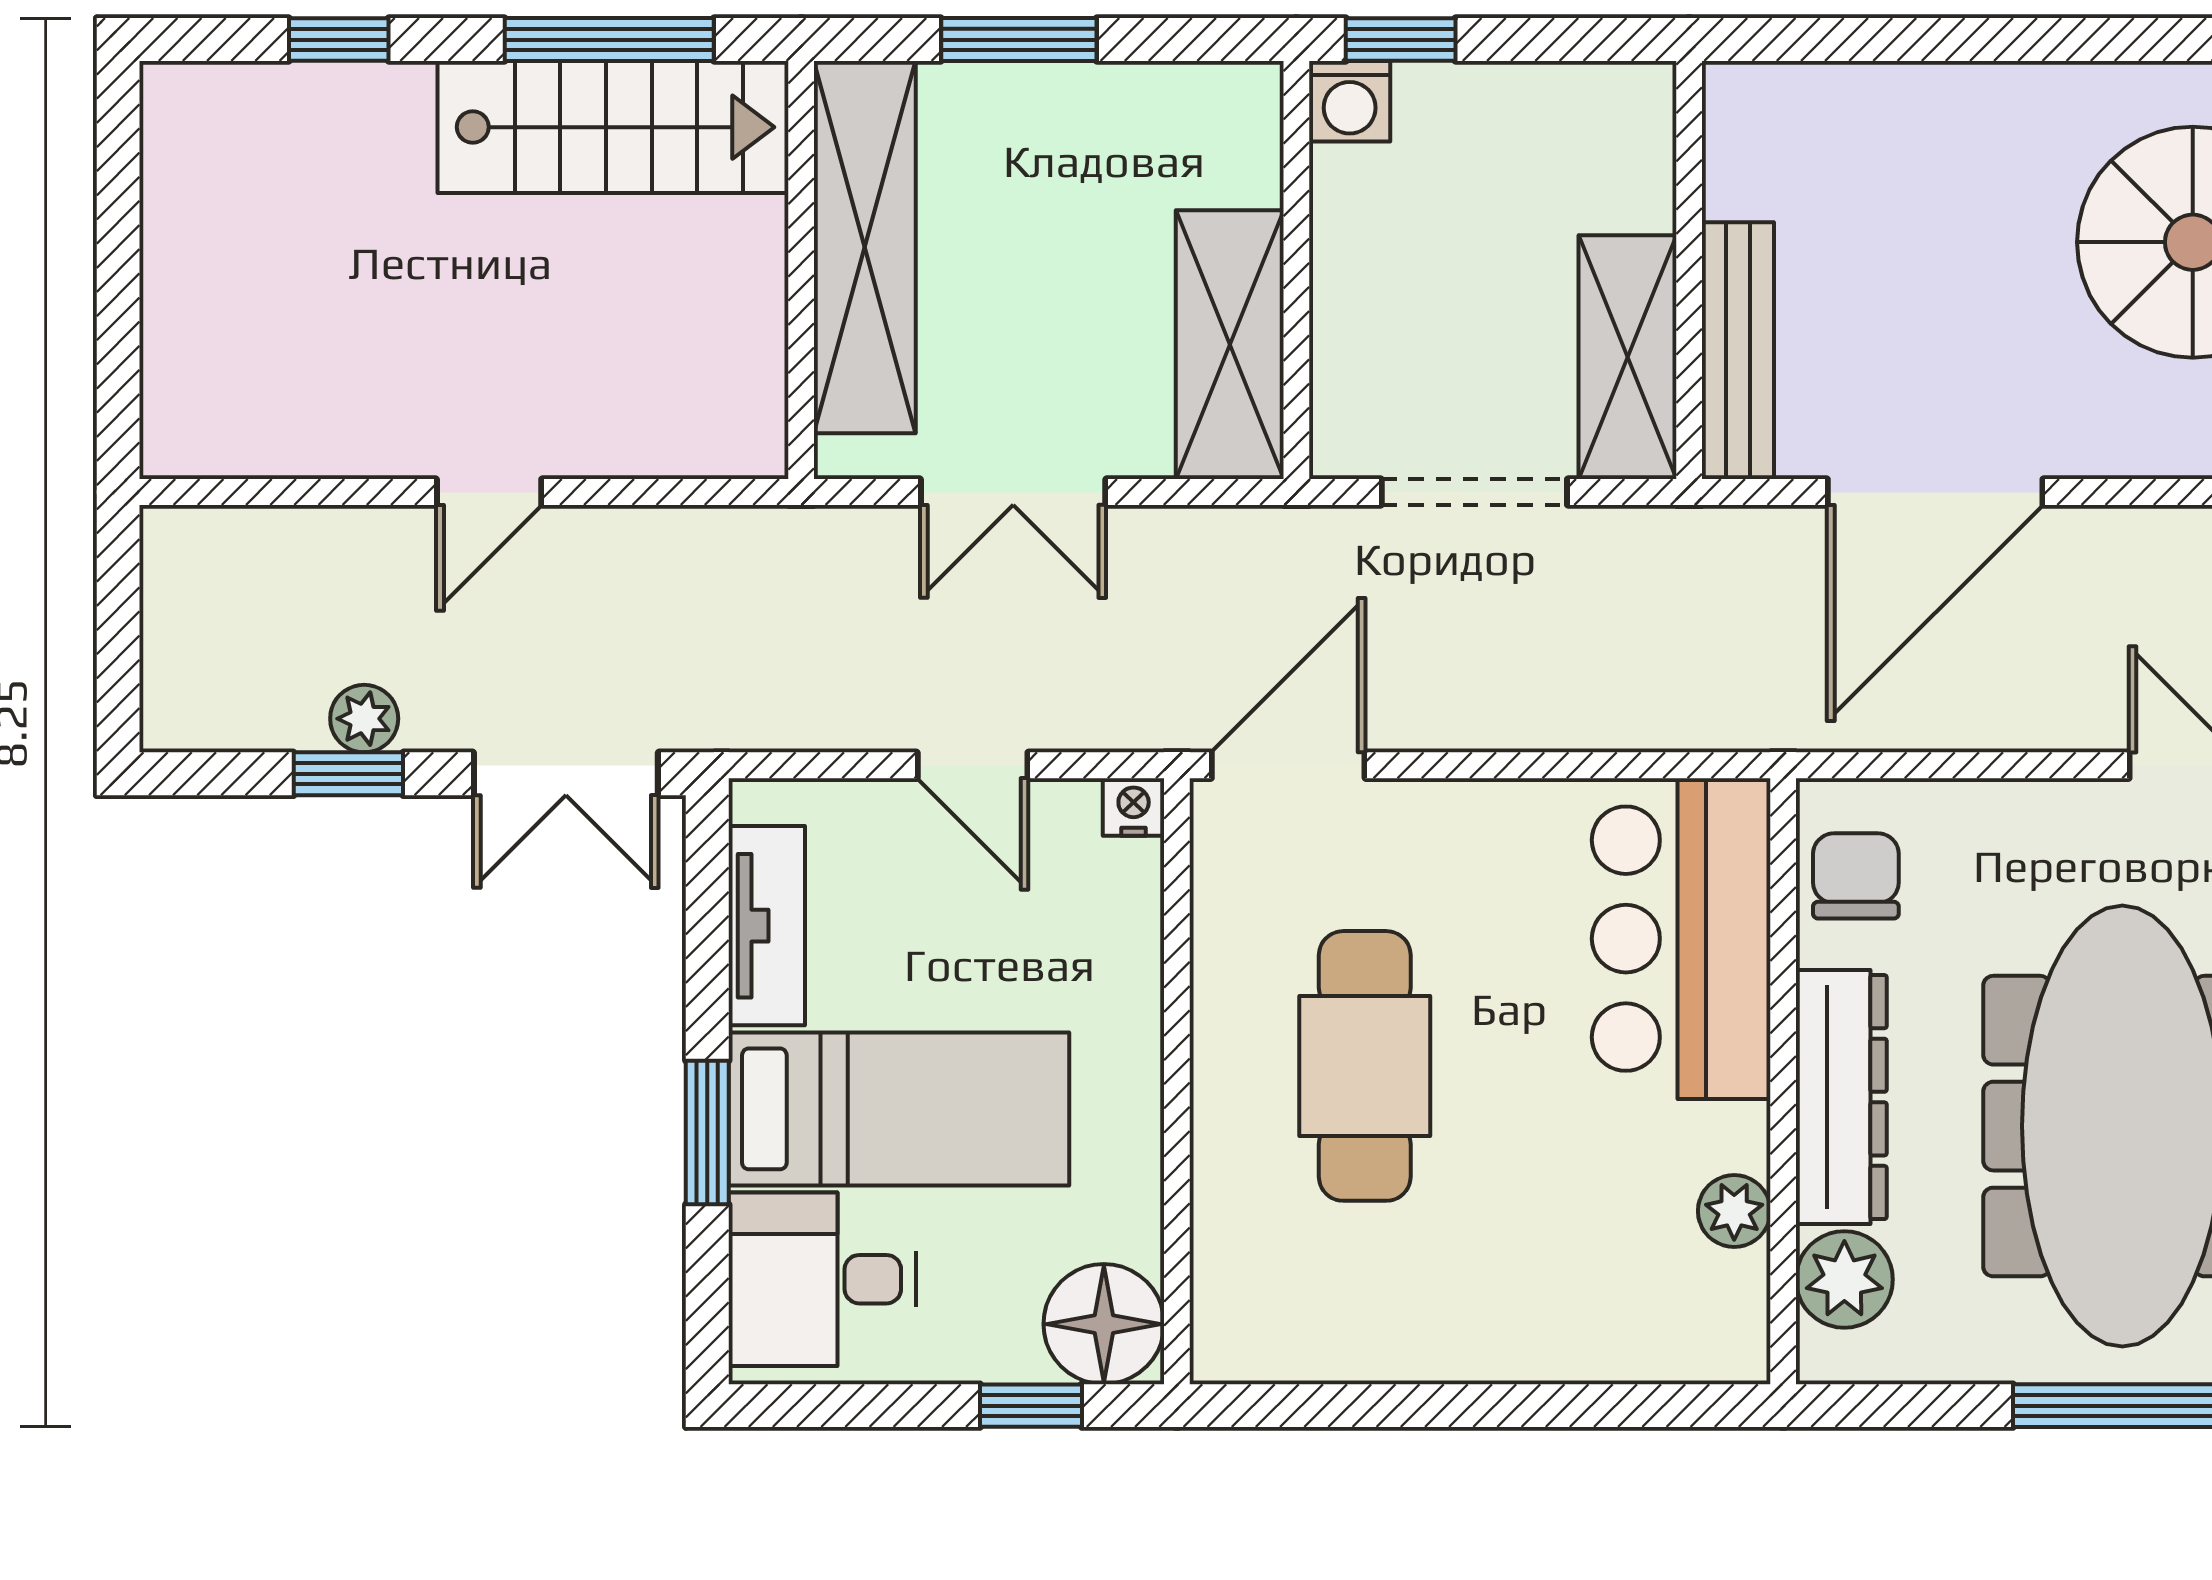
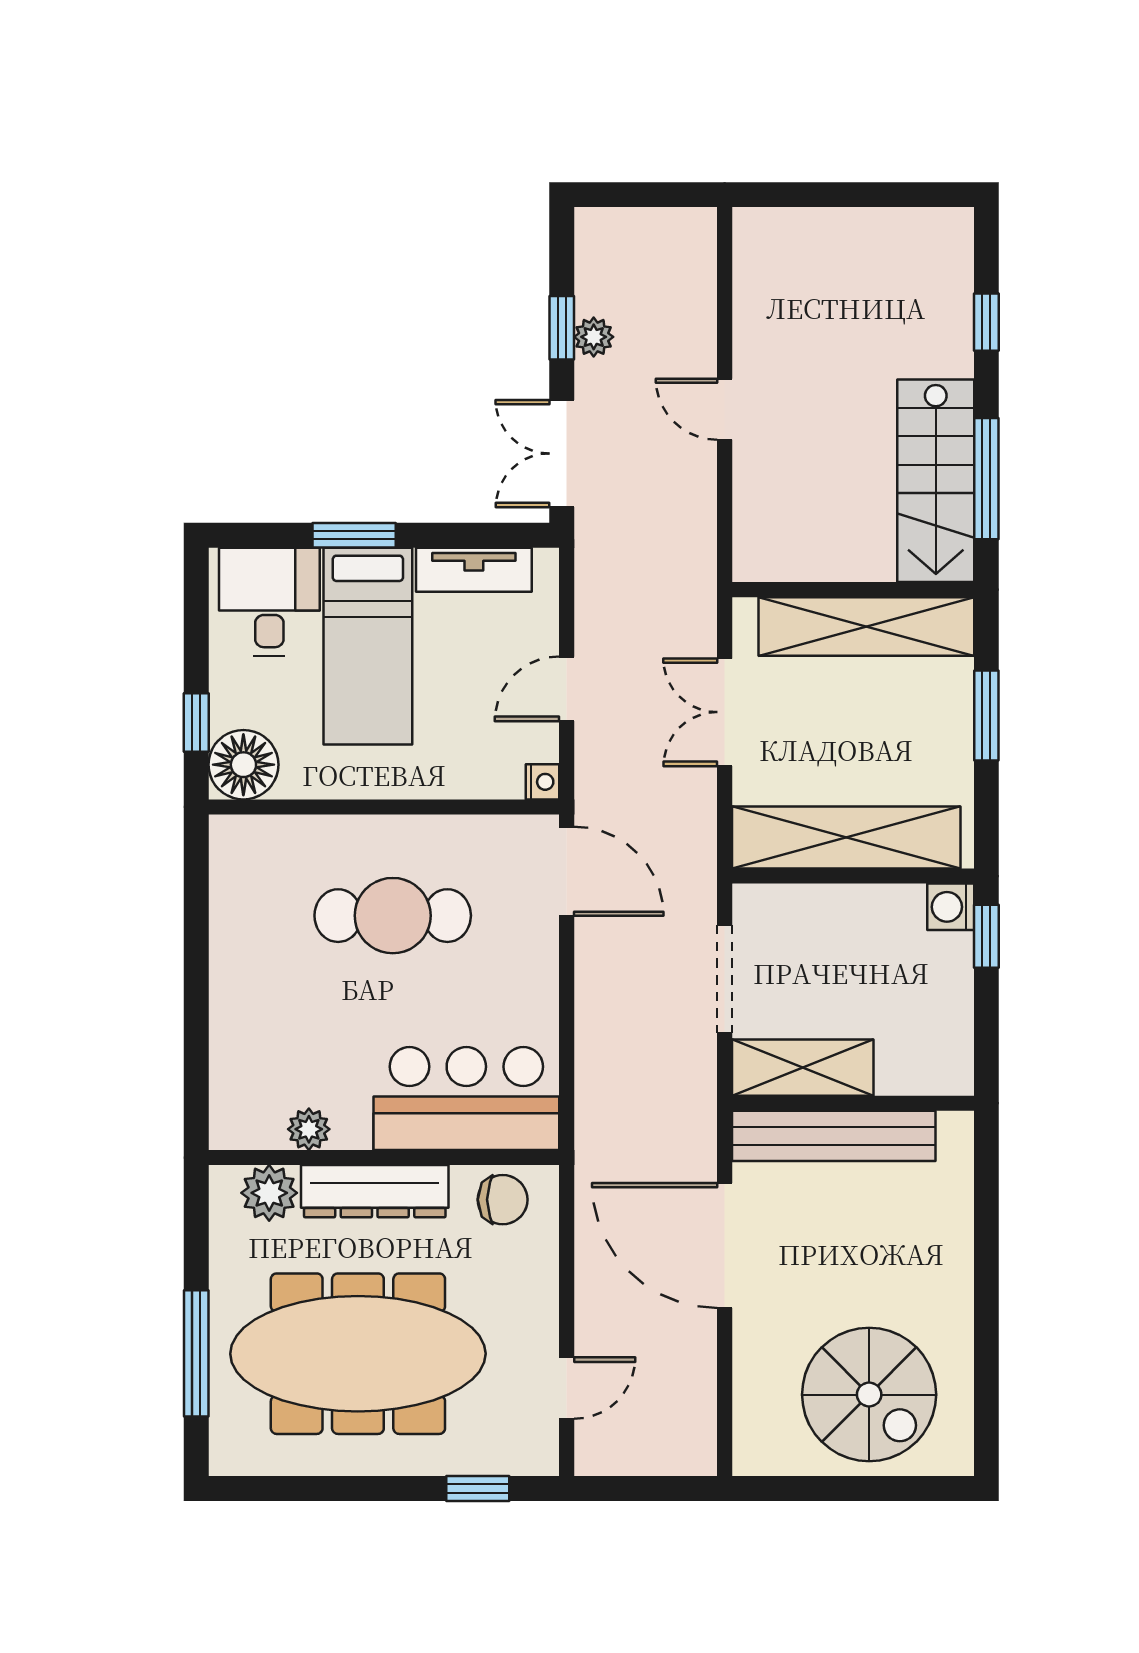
shelving: (1230, 345) -> (846, 838), width x1.47
bench: (1738, 351) -> (834, 1136), width x1.37, depth x1.21

